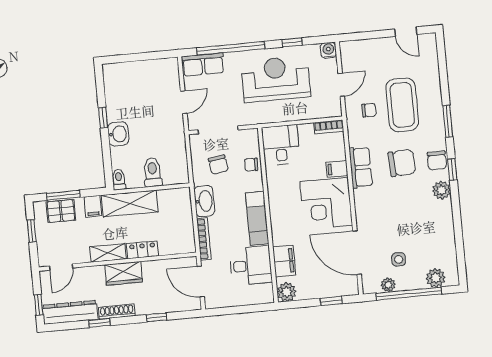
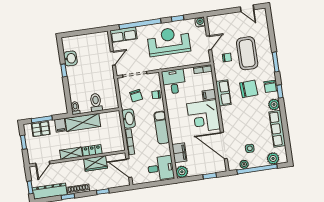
washbasin: (118, 134) -> (70, 58), moved
row of seats: (445, 230) -> (277, 129), added
desk: (251, 266) -> (161, 168), moved
wardrobe: (124, 273) -> (95, 163), moved

